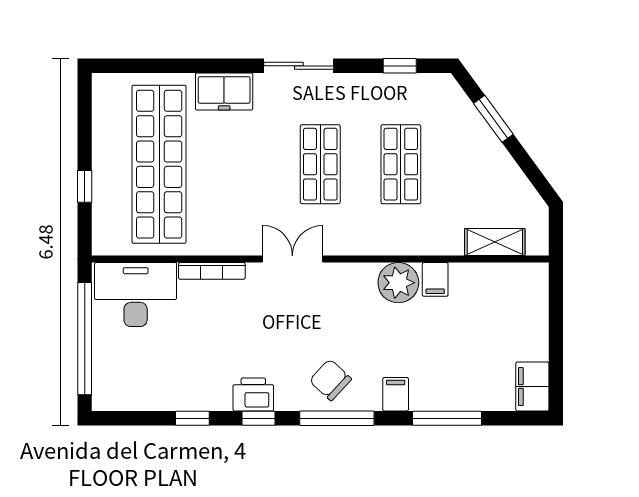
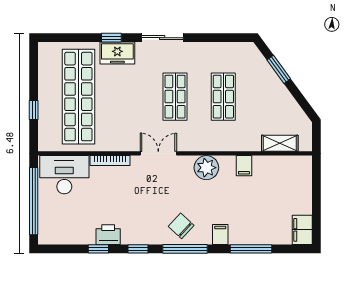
window: (400, 66) -> (111, 38), moved
plant: (398, 283) -> (206, 168), moved
printer: (253, 395) -> (108, 235), moved

